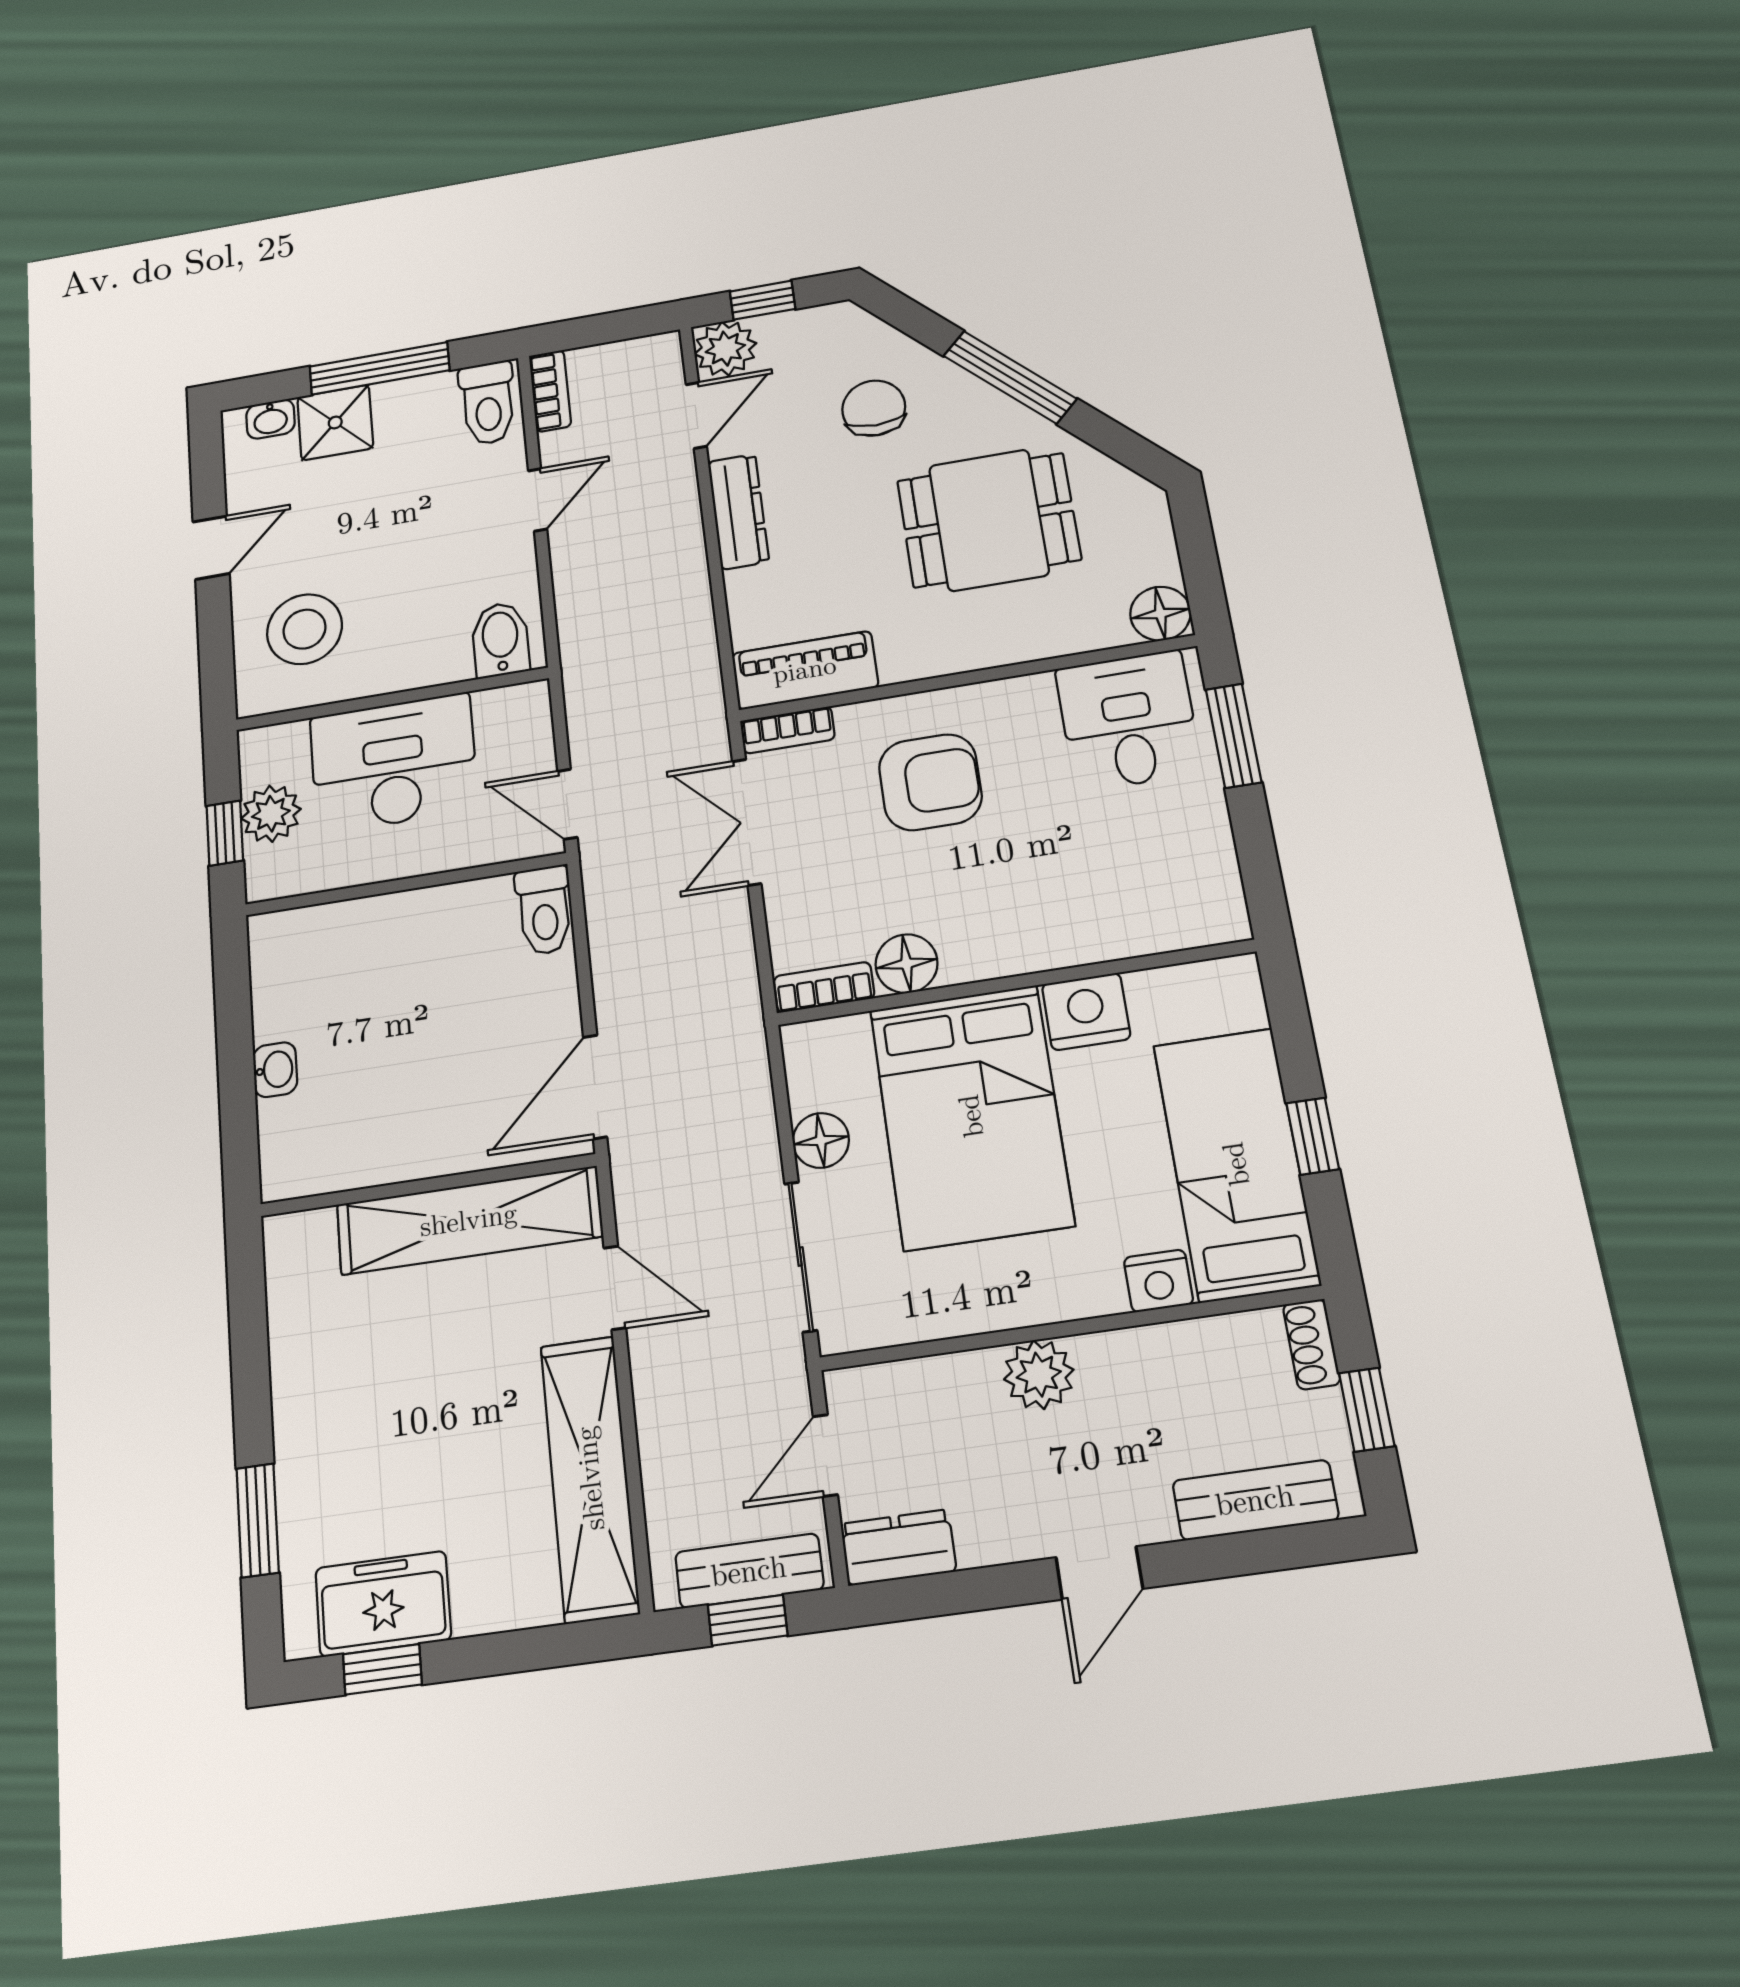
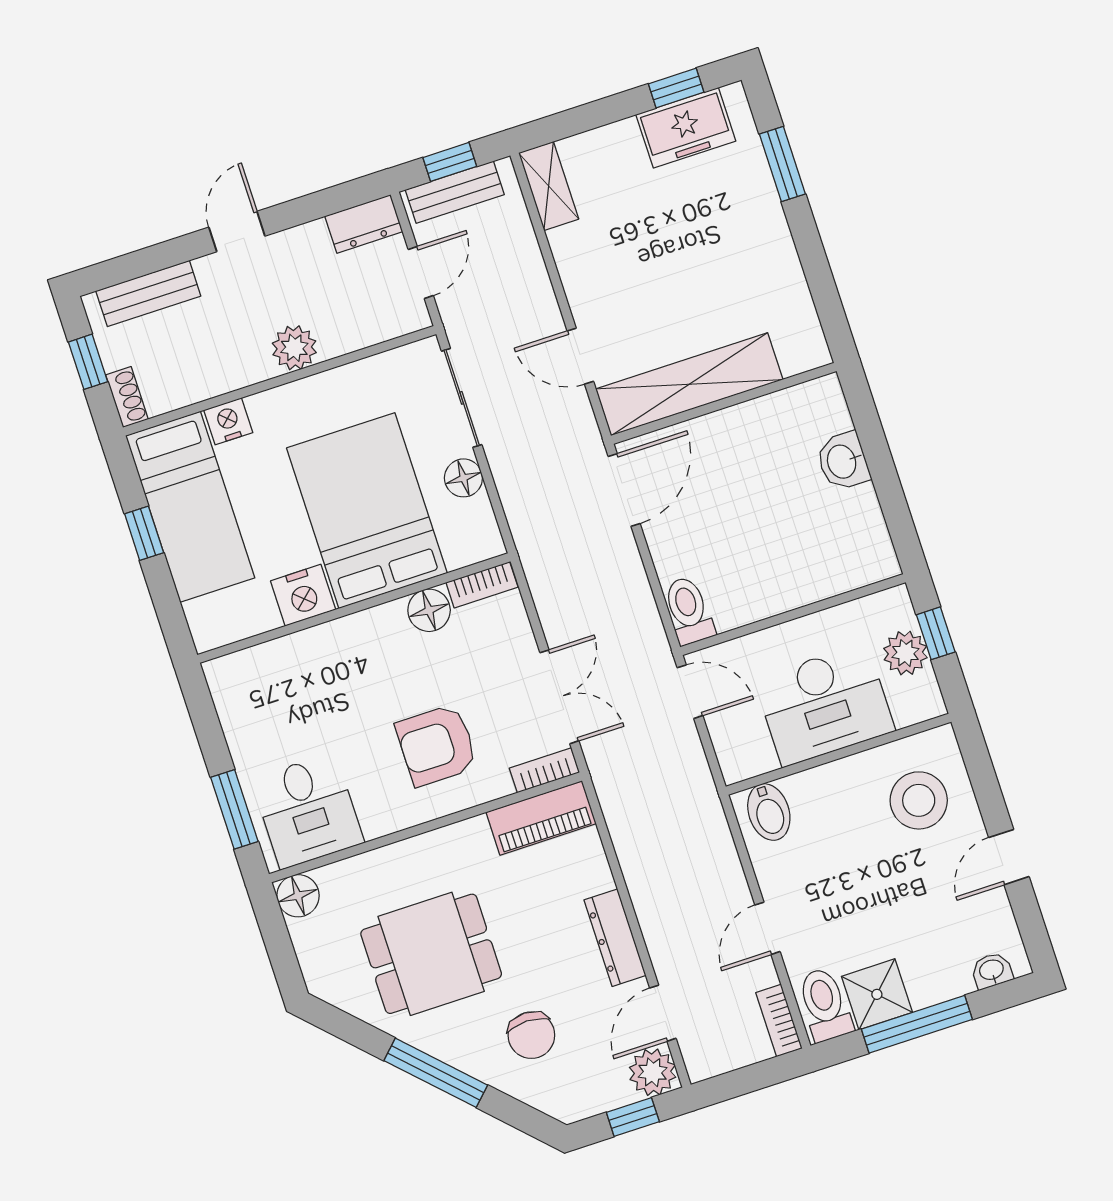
shower: (335, 423) -> (877, 994), moved
washbasin: (275, 1070) -> (843, 461), width x1.38, depth x1.45
shelving: (590, 1478) -> (549, 186), width x0.45, depth x0.75

